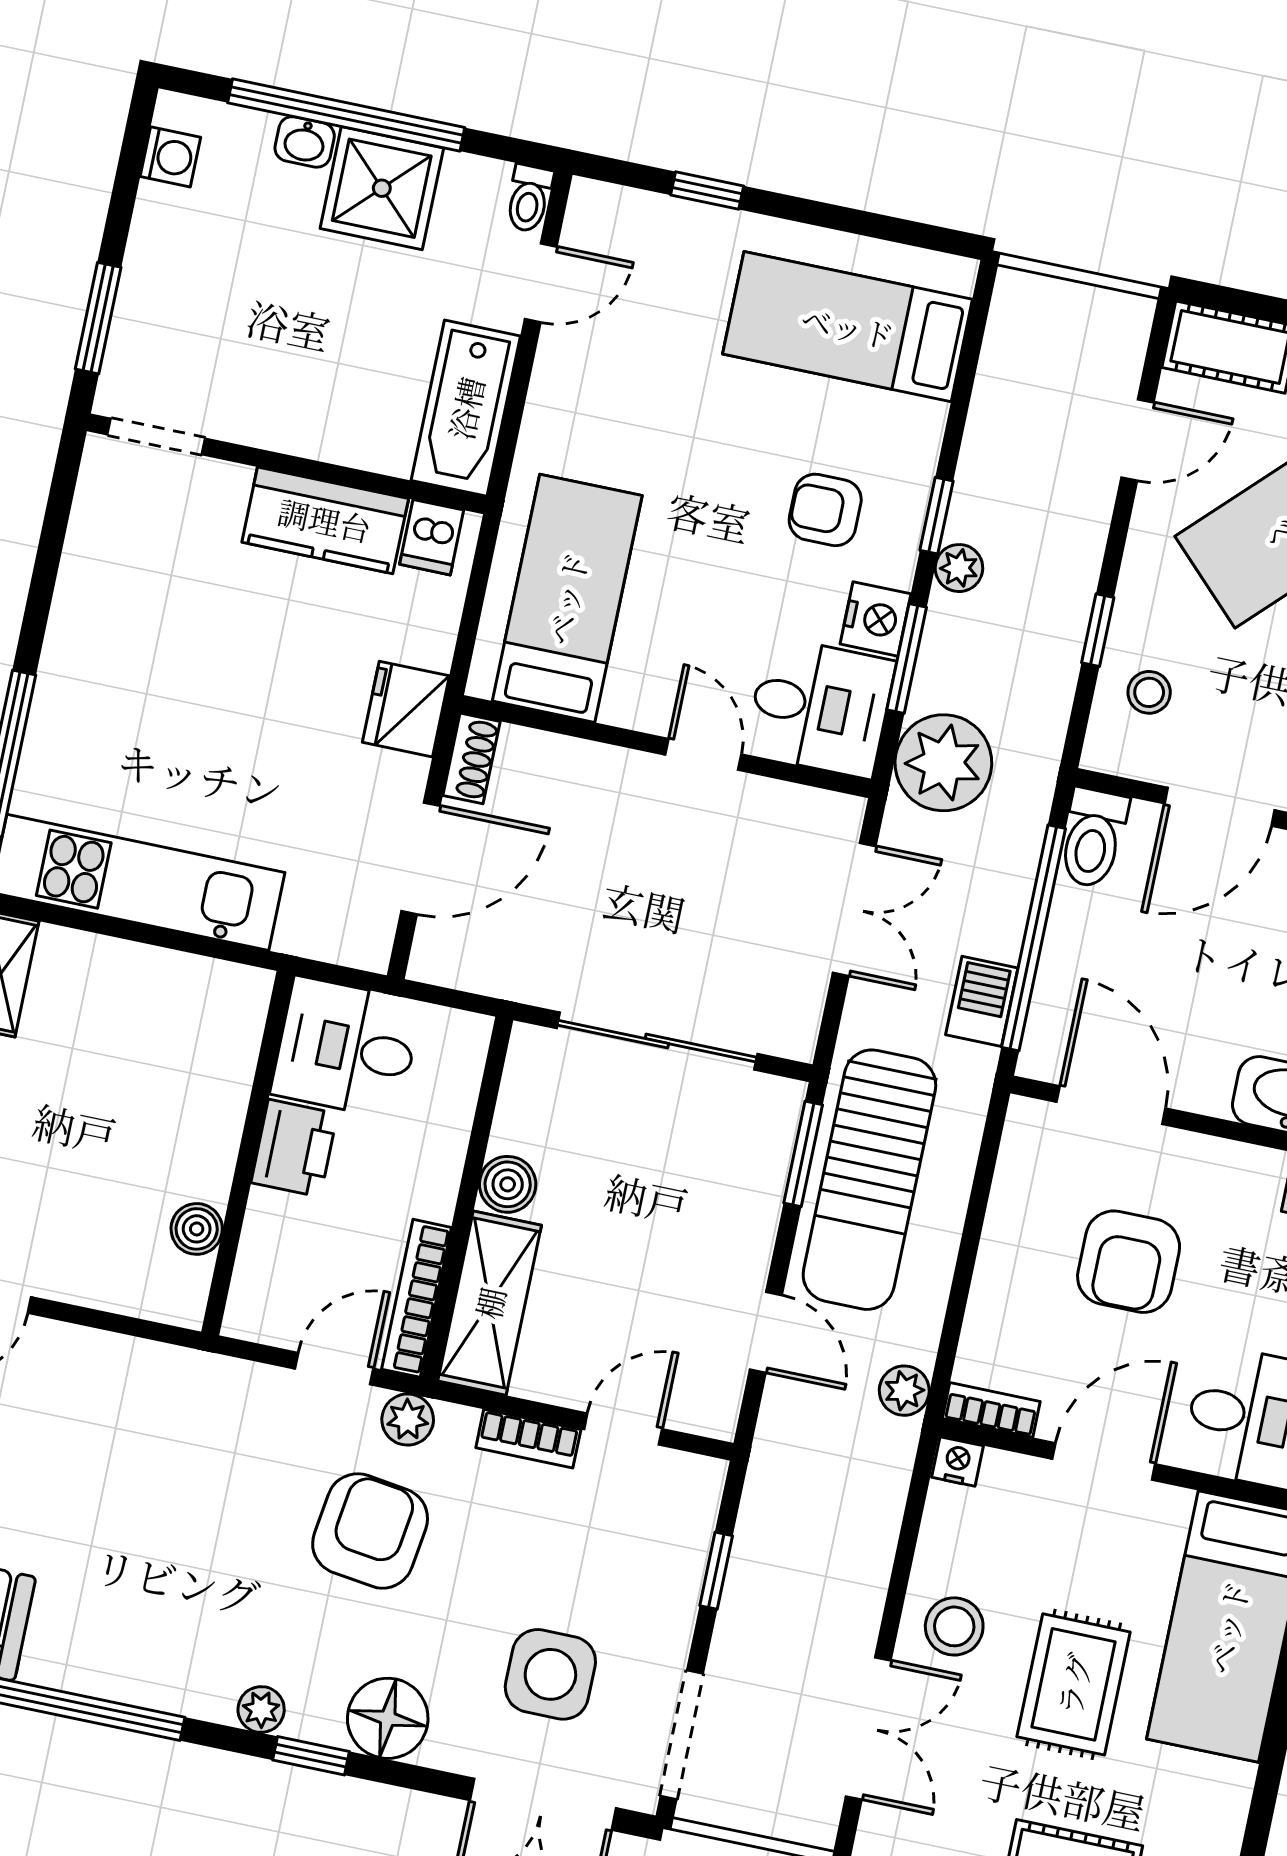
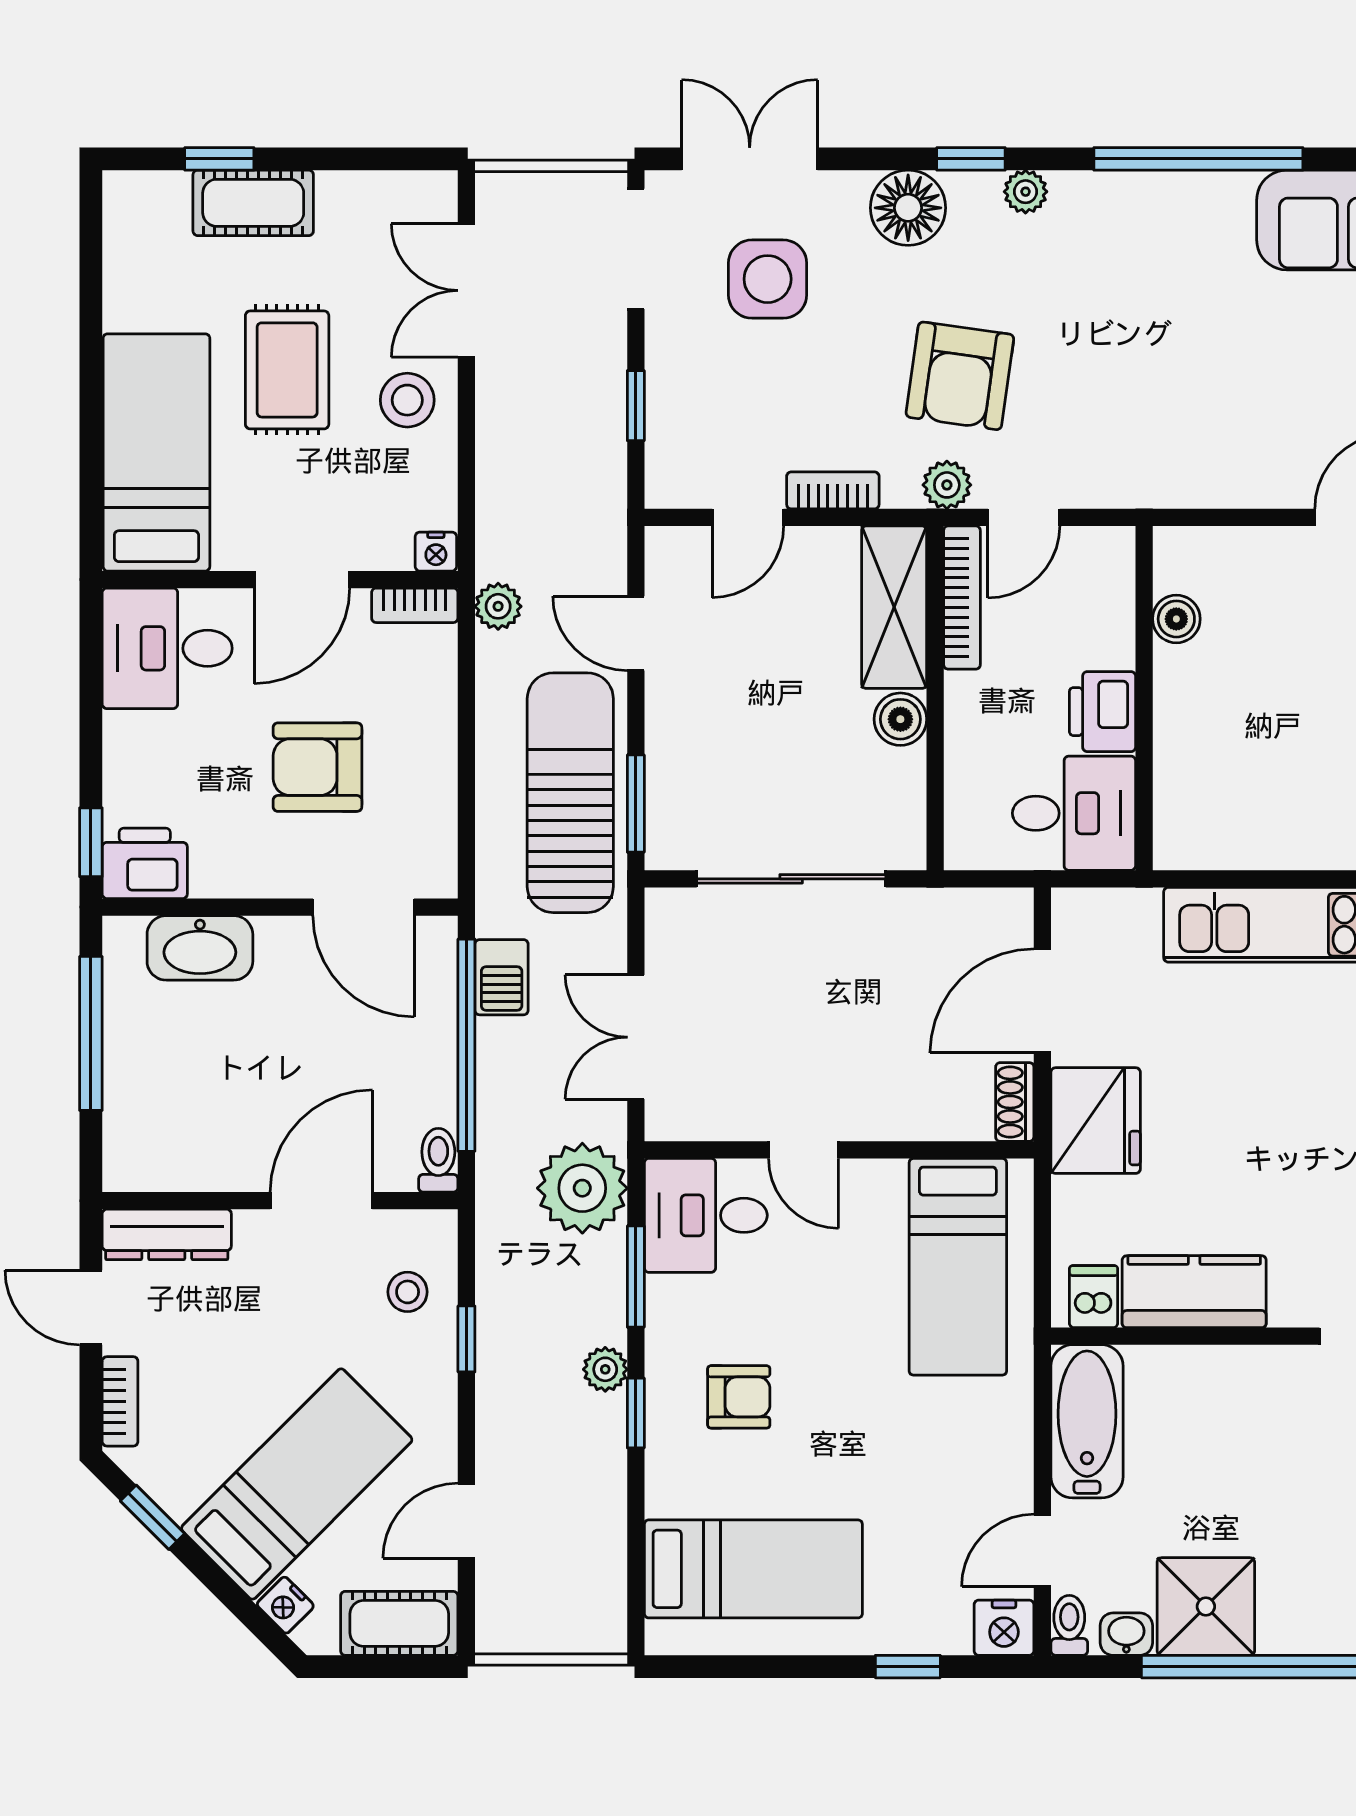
washbasin: (305, 142) -> (1126, 1634), moved
nightstand: (876, 619) -> (1004, 1628), moved, turned -90
fridge: (406, 709) -> (1096, 1121), width x1.36, depth x1.34
toilet: (1093, 838) -> (438, 1160), width x0.73, depth x0.72
armchair: (1129, 1262) -> (317, 767), turned -90

